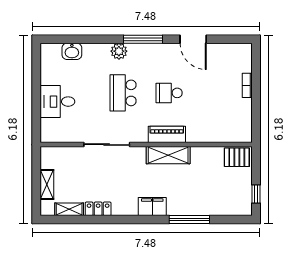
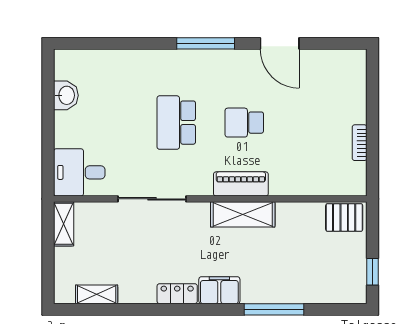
washbasin: (72, 51) -> (66, 95), moved, turned -90
plant: (119, 51) -> (170, 61), removed
bookcase: (247, 85) -> (360, 143), moved
desk: (57, 102) -> (79, 172), moved
shelving: (47, 184) -> (64, 224), moved
locker: (98, 209) -> (177, 294), moved

